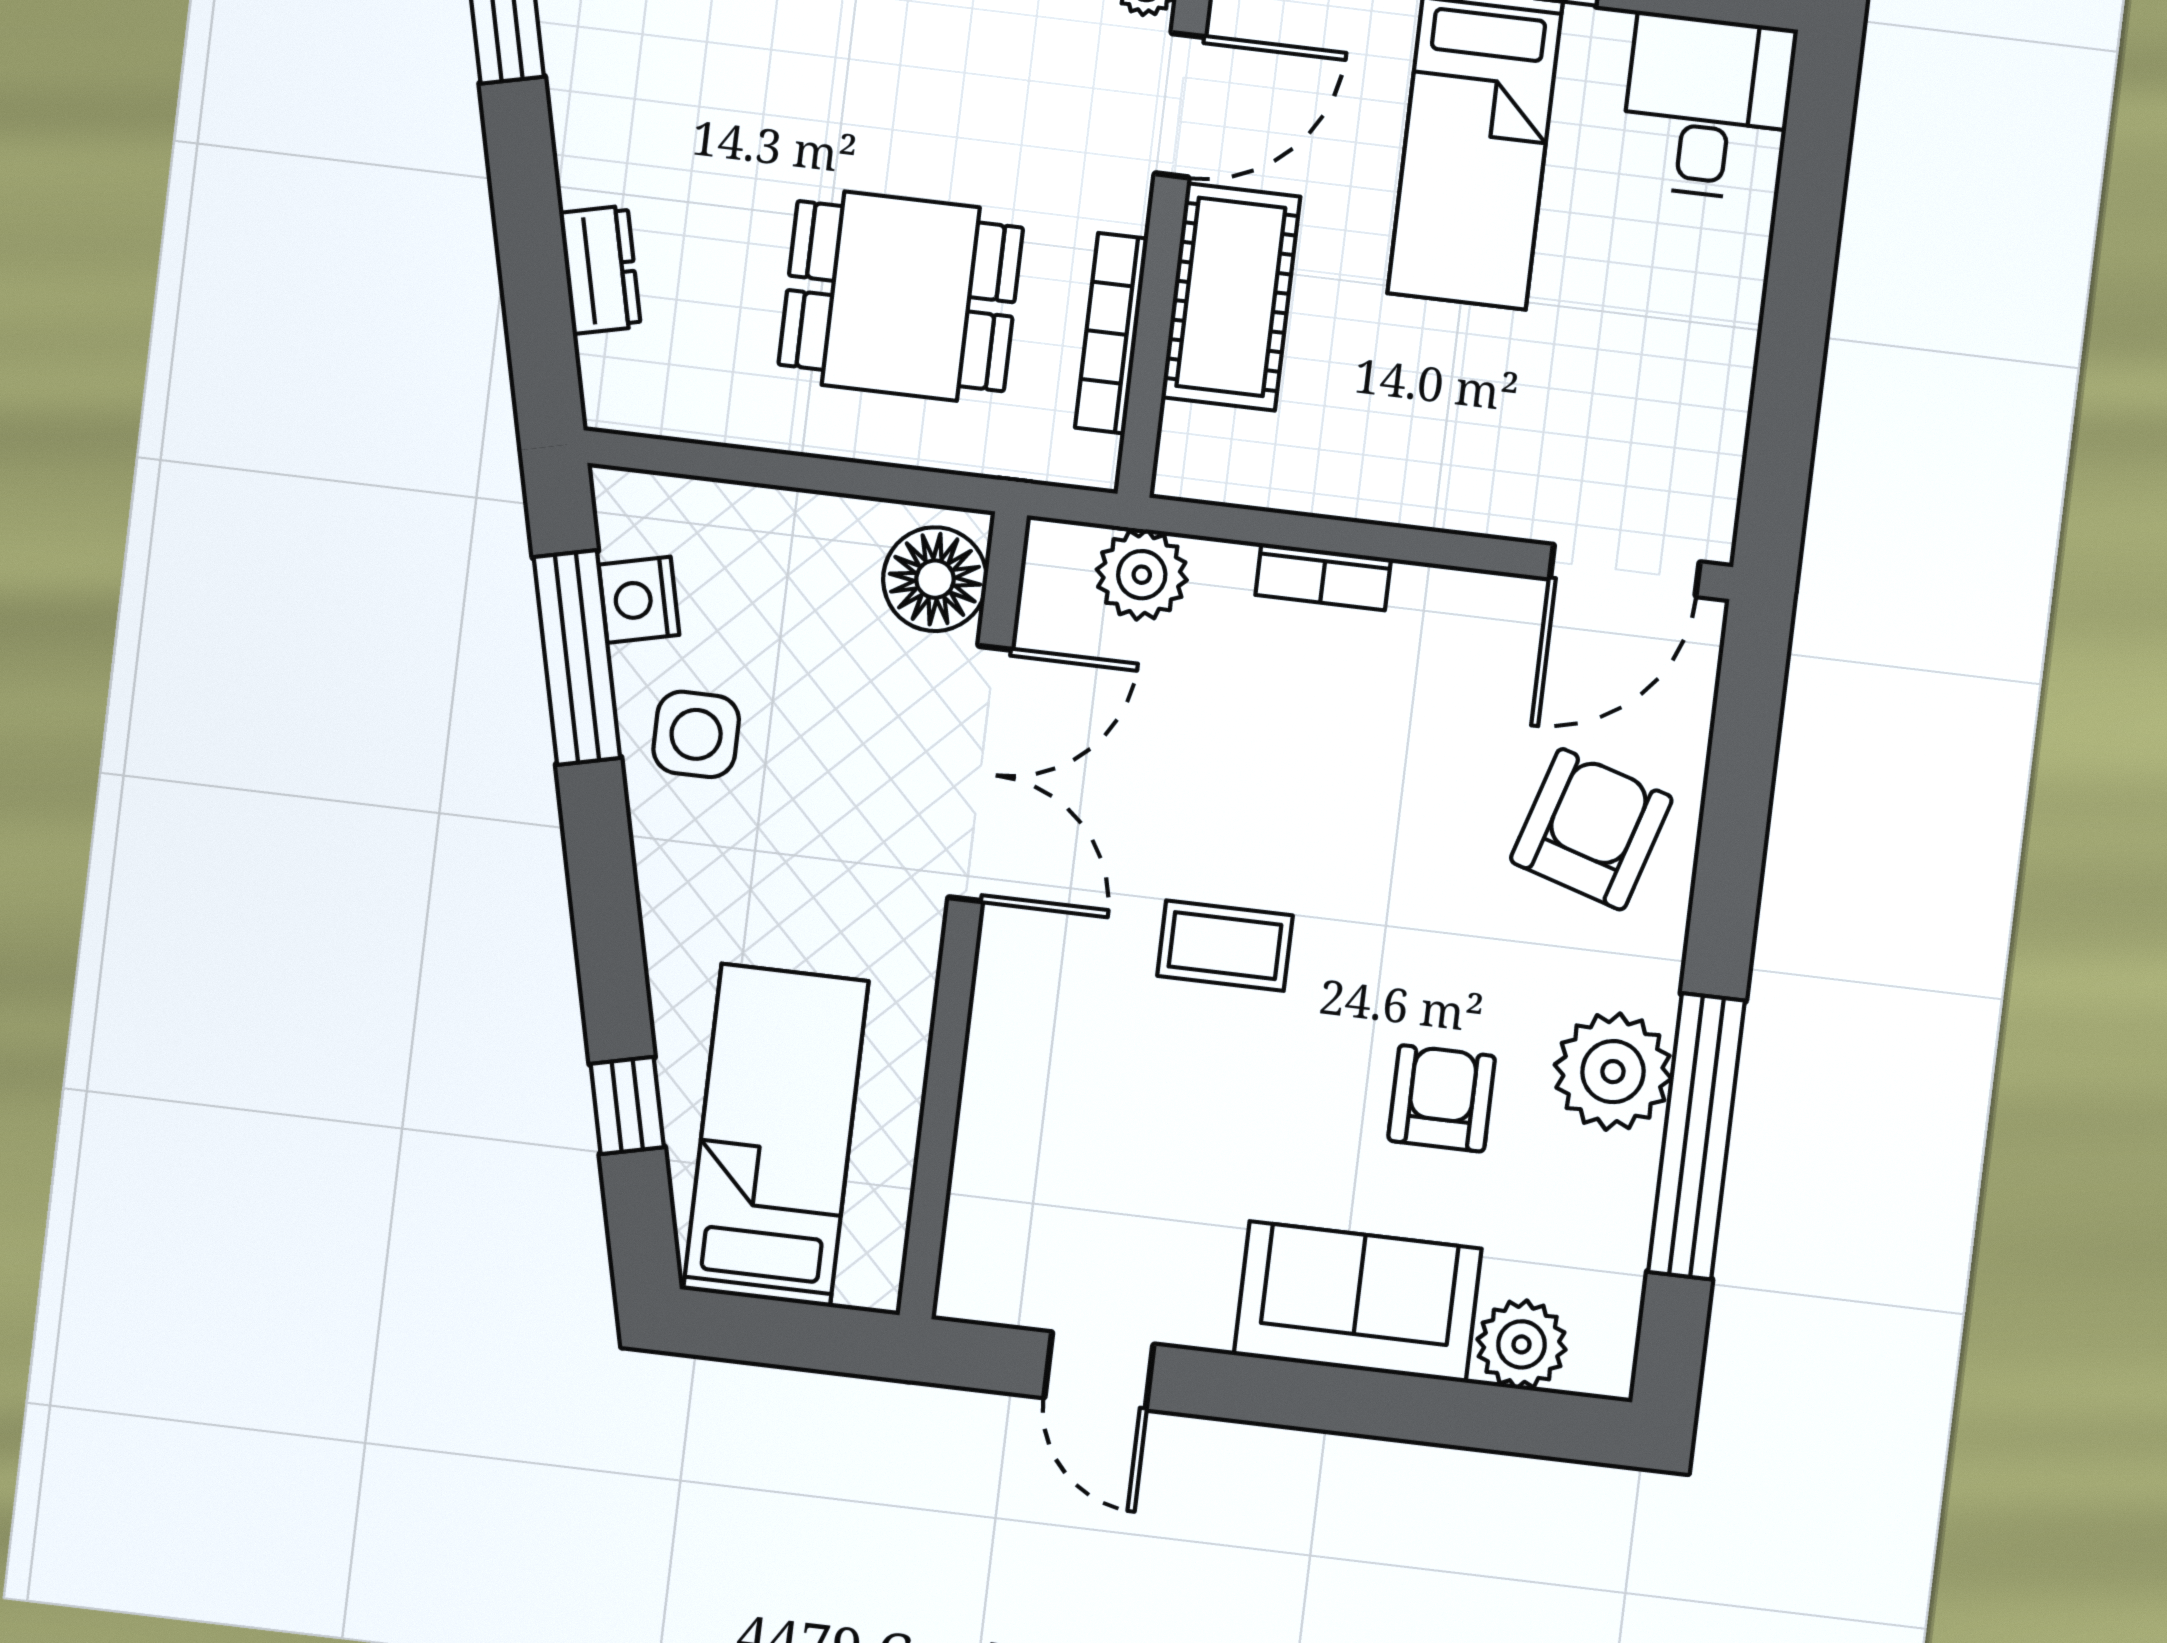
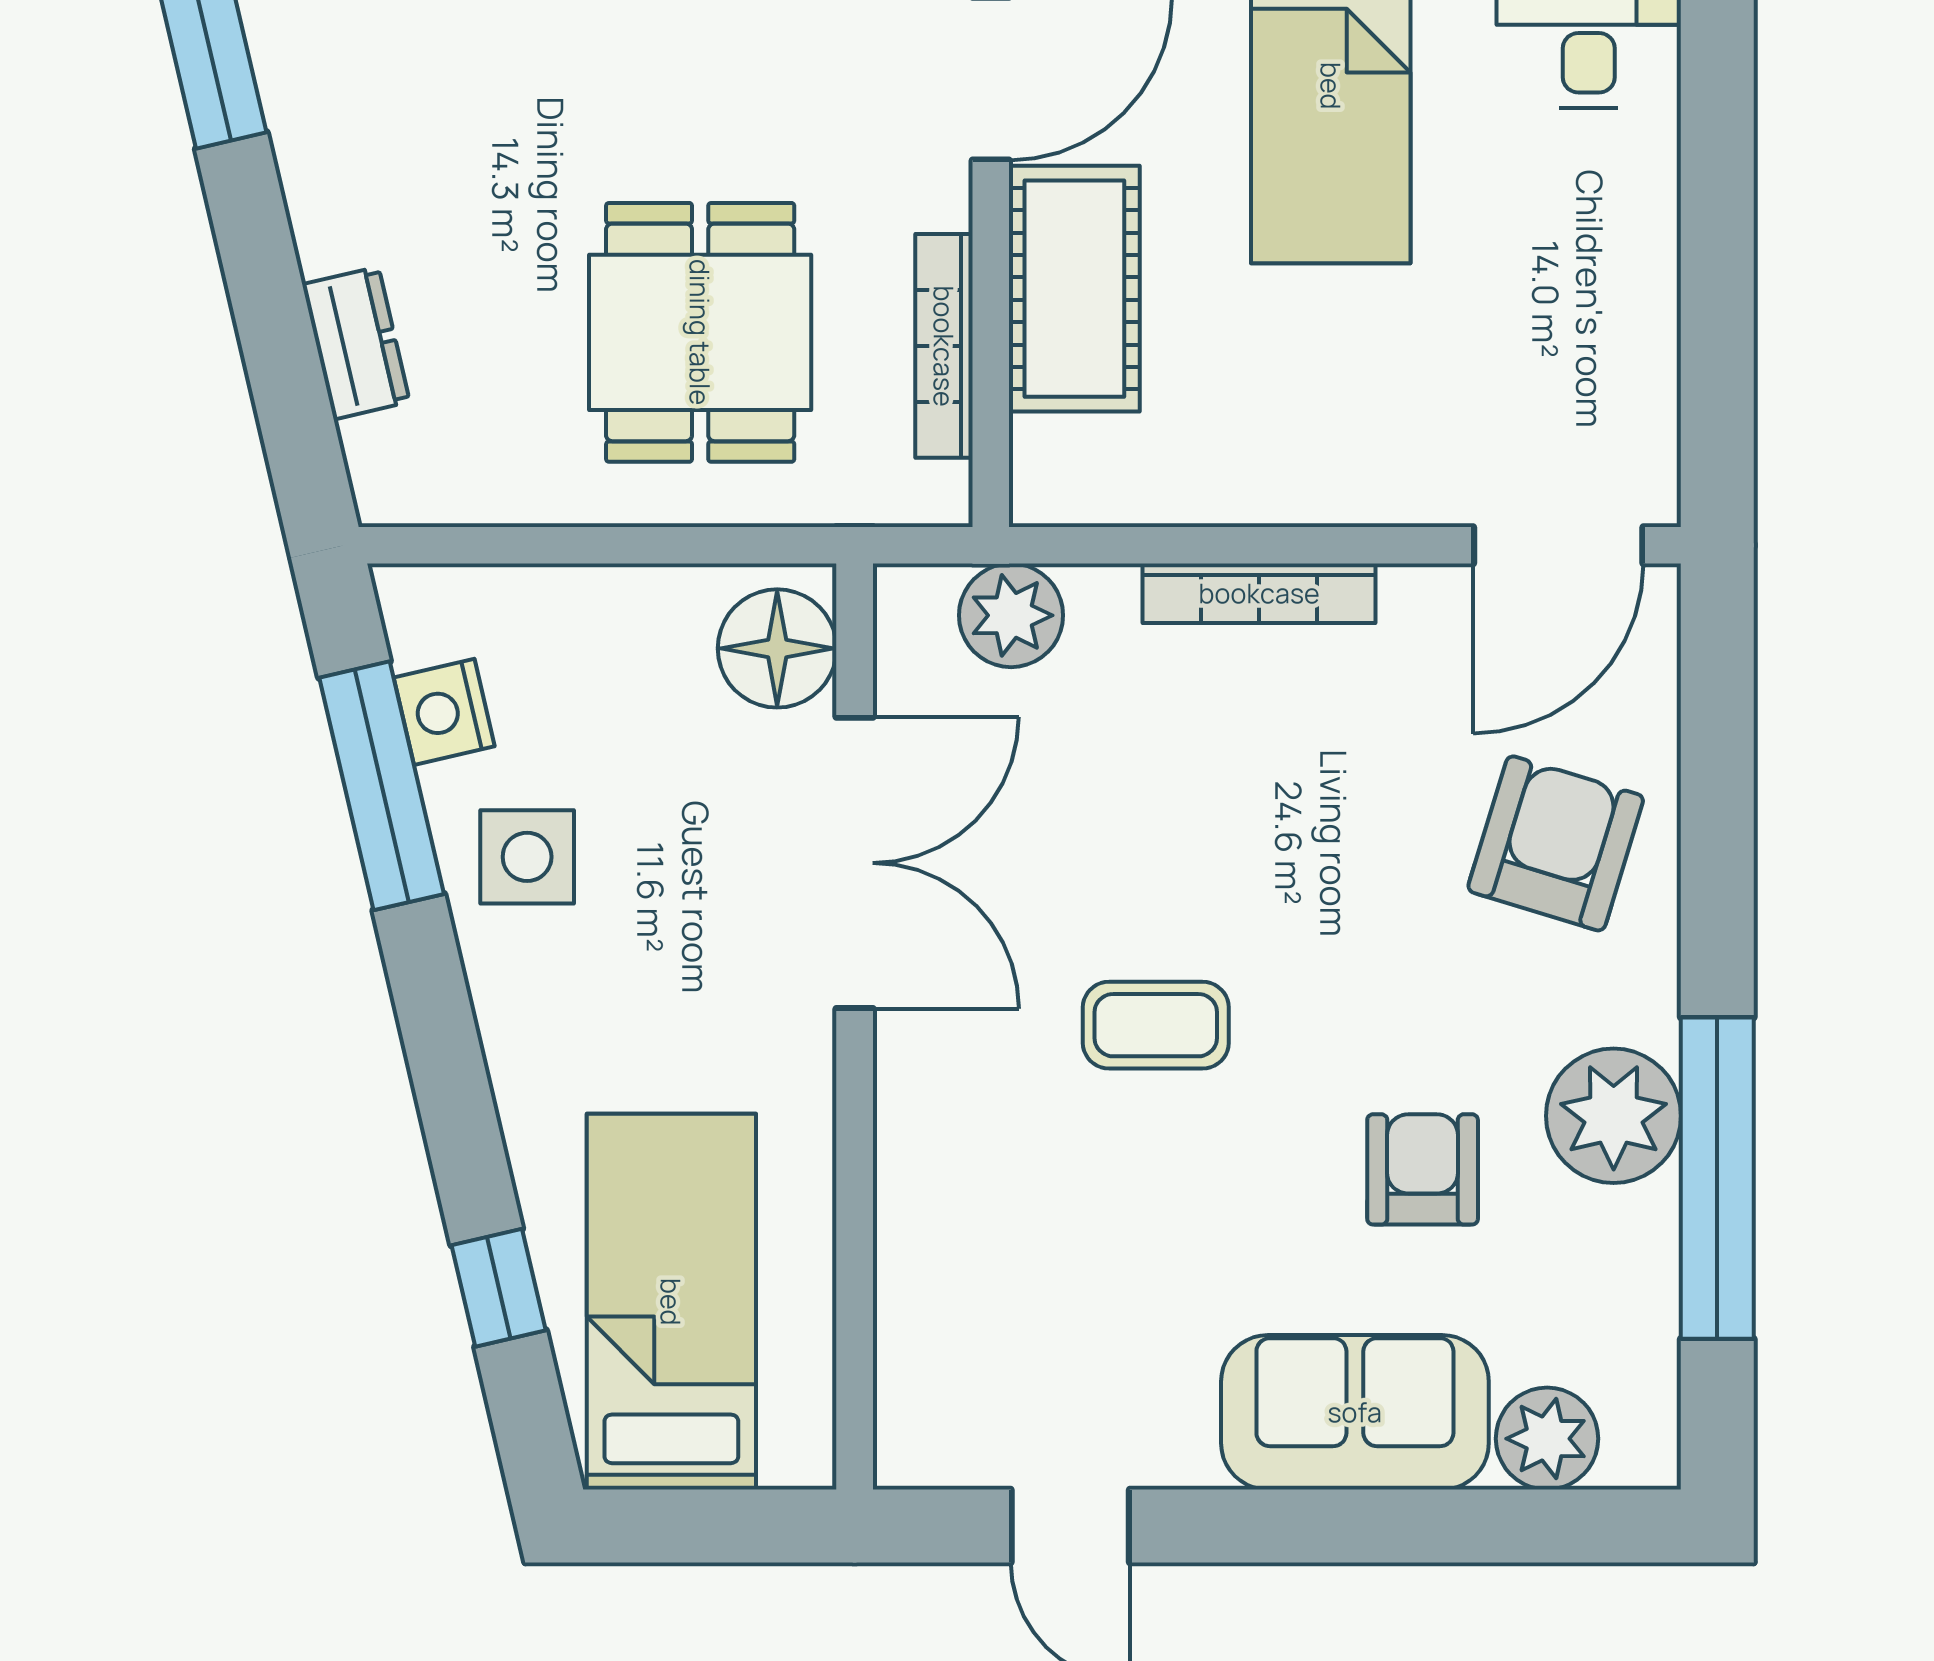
dining table: (901, 296) -> (700, 332), turned 90
bookcase: (1323, 577) -> (1259, 593), width x1.56

